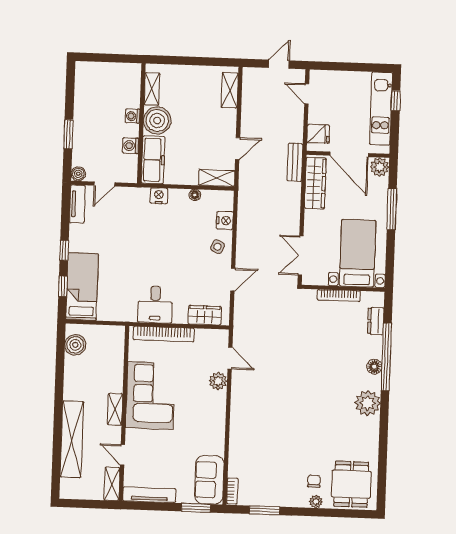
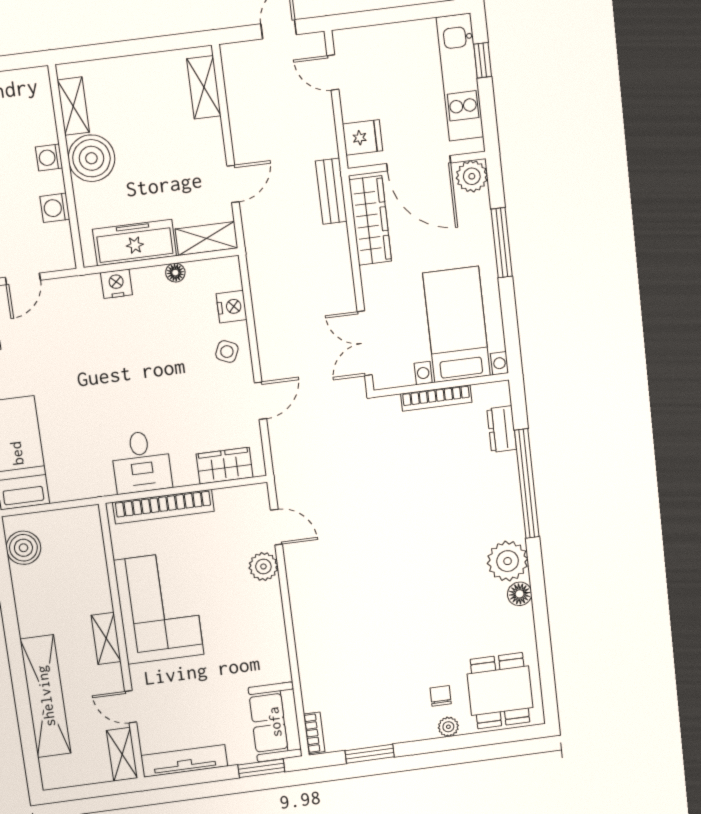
freezer: (153, 160) -> (135, 243), moved, turned -90
floor lamp: (374, 367) -> (520, 594), moved

